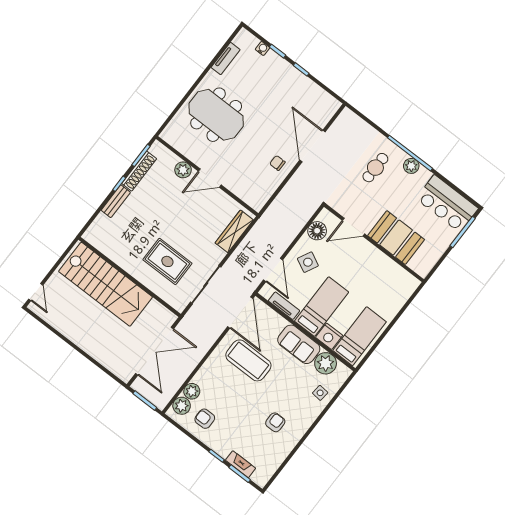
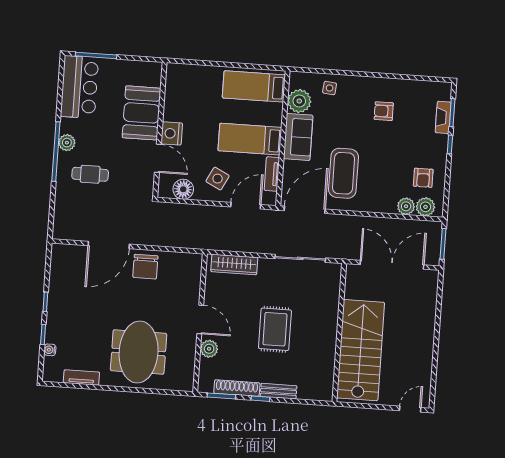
chair: (277, 163) -> (145, 267), width x1.87, depth x1.87
rug: (167, 261) -> (275, 329), moved
nightstand: (329, 336) -> (172, 133), moved, turned 180

